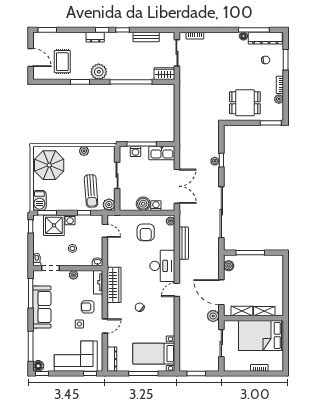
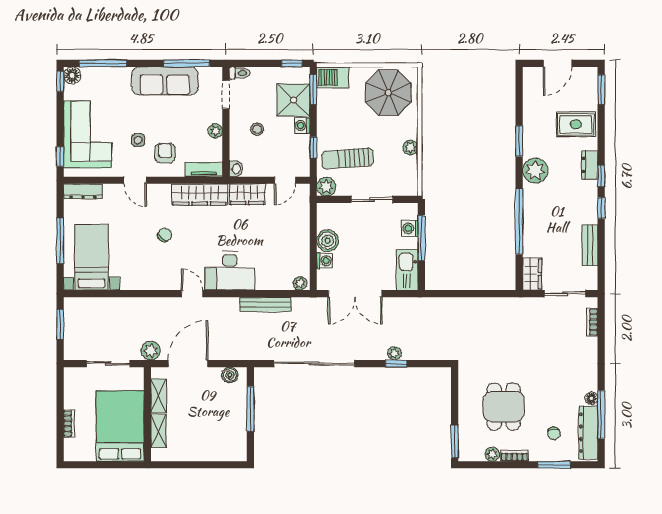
rug: (62, 62) -> (576, 124), moved
dining table: (245, 103) -> (504, 407), moved
armchair: (146, 232) -> (282, 245), removed
wardrobe: (114, 255) -> (247, 194), added

